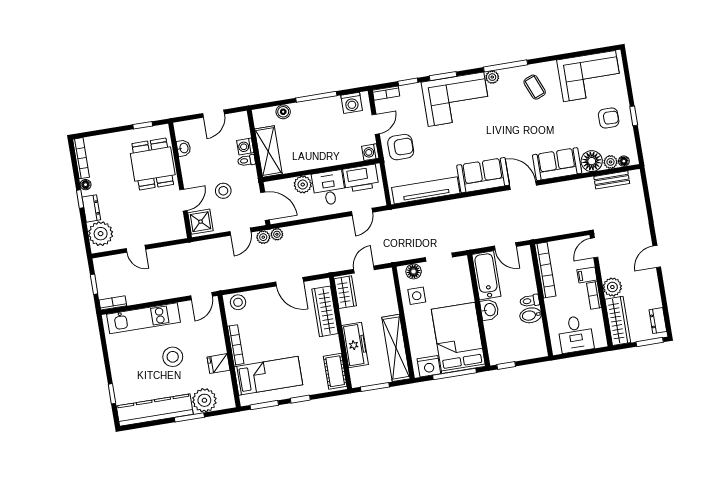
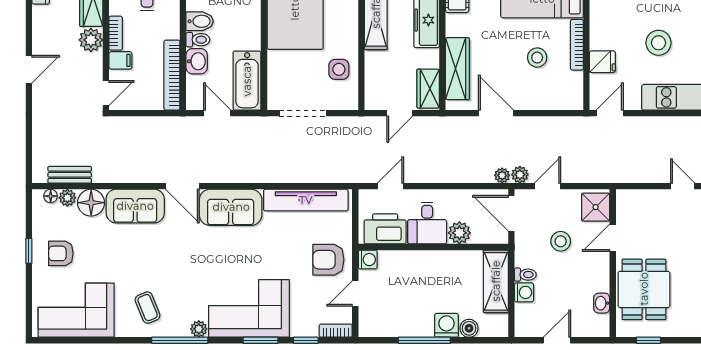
washing machine: (352, 103) -> (447, 325), moved
doorway: (439, 257) -> (303, 113), width x1.38
floor lamp: (414, 271) -> (338, 101), removed
stool: (238, 302) -> (537, 58), moved
washbasin: (489, 310) -> (197, 61), moved, turned 180
fridge: (218, 364) -> (602, 62), moved

